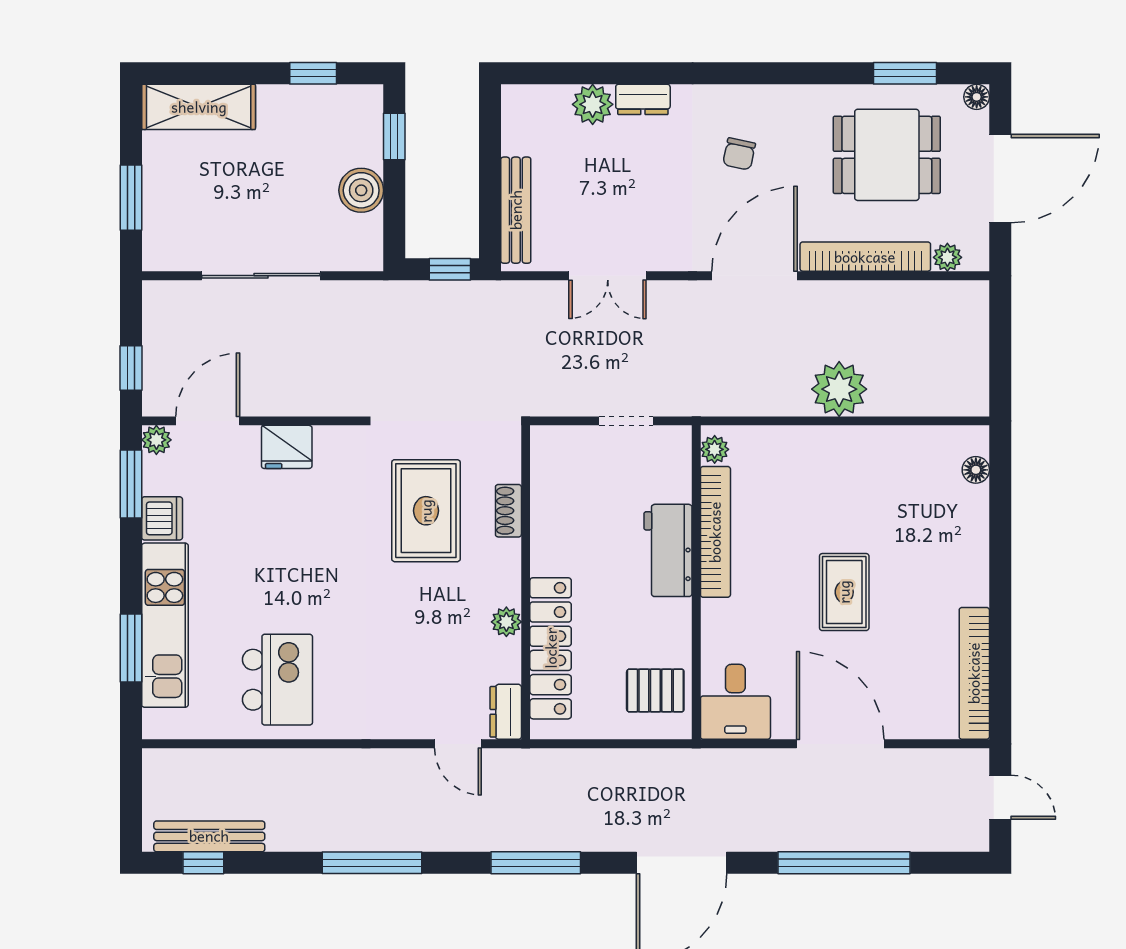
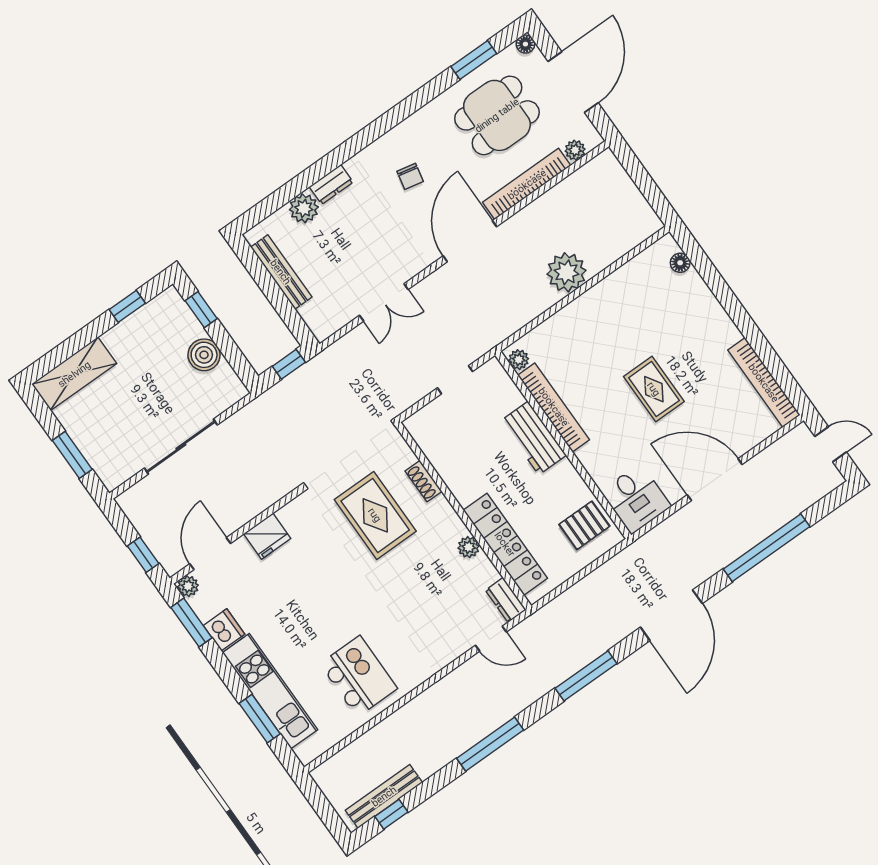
bench: (516, 210) -> (281, 272), moved

